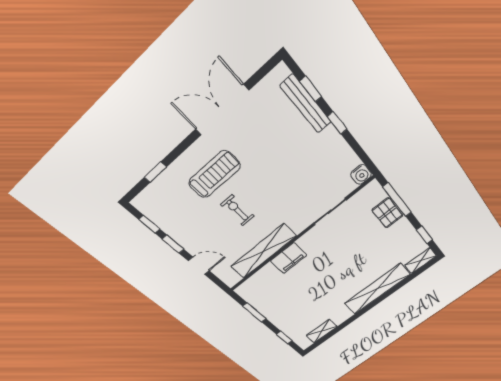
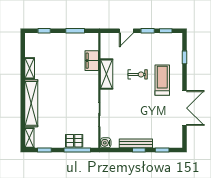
bench: (306, 104) -> (136, 143), moved
treadmill: (214, 174) -> (162, 80), turned 180
shelving: (263, 251) -> (107, 74), width x0.68
filing cabinet: (289, 258) -> (92, 61), moved
shelving: (322, 331) -> (30, 68), moved

